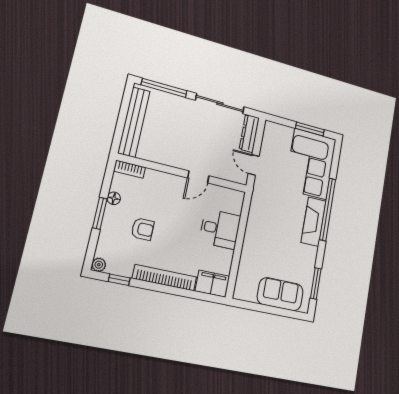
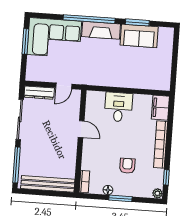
window: (316, 283) -> (137, 22), moved
sofa: (280, 294) -> (139, 36), moved, turned -90

